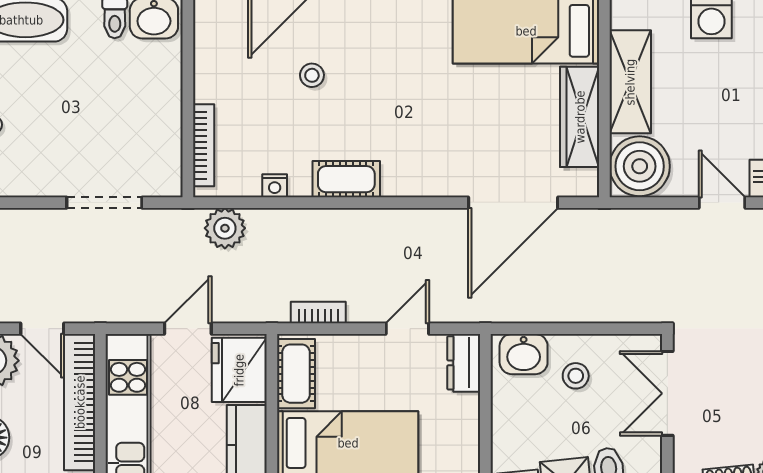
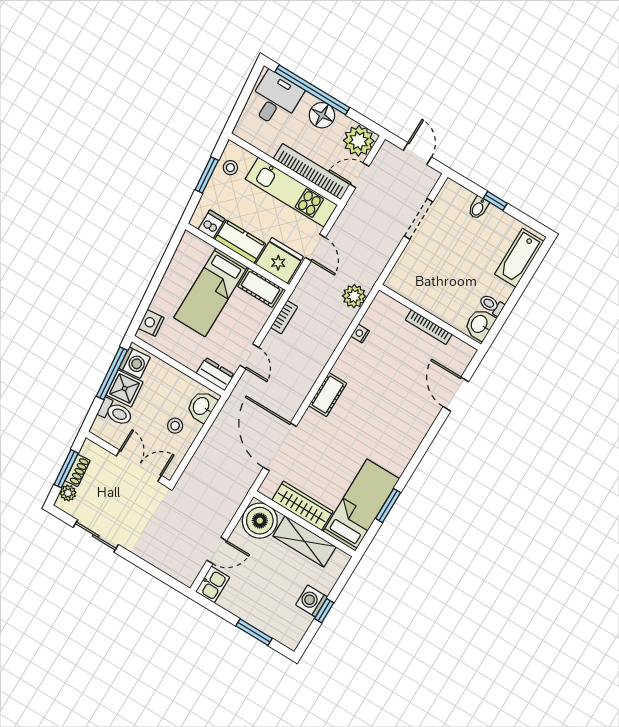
stool: (312, 75) -> (404, 385), removed
bookcase: (204, 145) -> (429, 327), moved
cot: (346, 179) -> (328, 395), moved
doorway: (104, 203) -> (419, 219), moved

